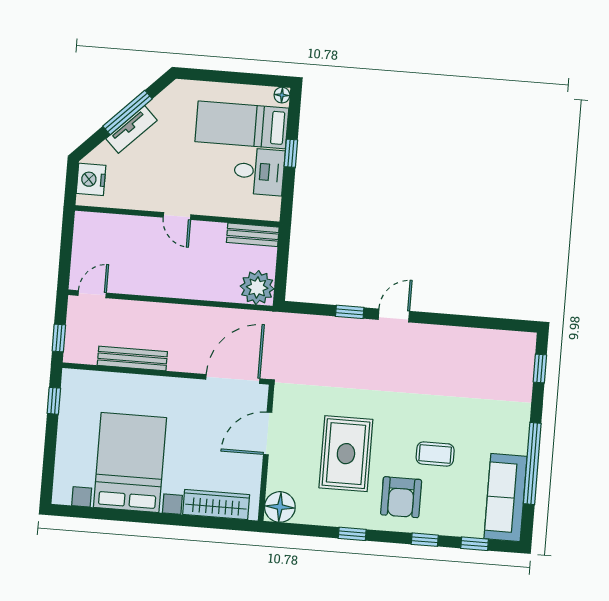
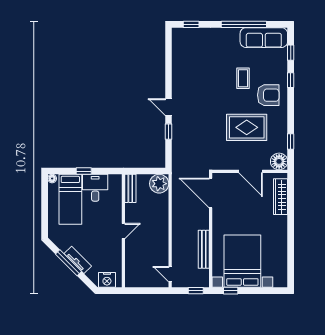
door: (268, 433) -> (251, 171), moved
bed with nightstands: (130, 462) -> (242, 261), moved, turned 90
window: (352, 534) -> (291, 141), moved

